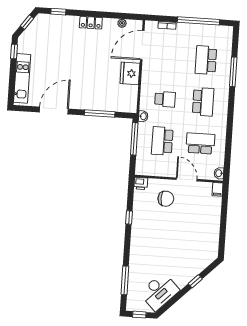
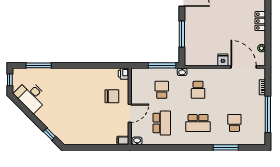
school desk: (206, 60) -> (234, 123), width x0.54
fridge: (130, 73) -> (223, 60), width x0.53, depth x0.75
school desk: (162, 141) -> (162, 90), width x0.54
chair: (166, 199) -> (112, 96), turned -90
window: (129, 218) -> (93, 65), removed
window: (195, 281) -> (49, 134), moved

